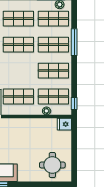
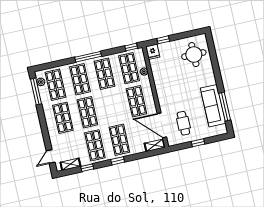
window: (74, 42) -> (88, 57), moved
window: (74, 137) -> (163, 40), added

